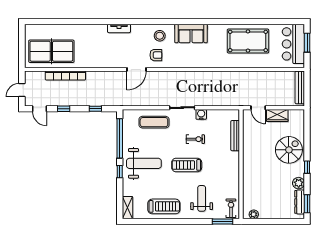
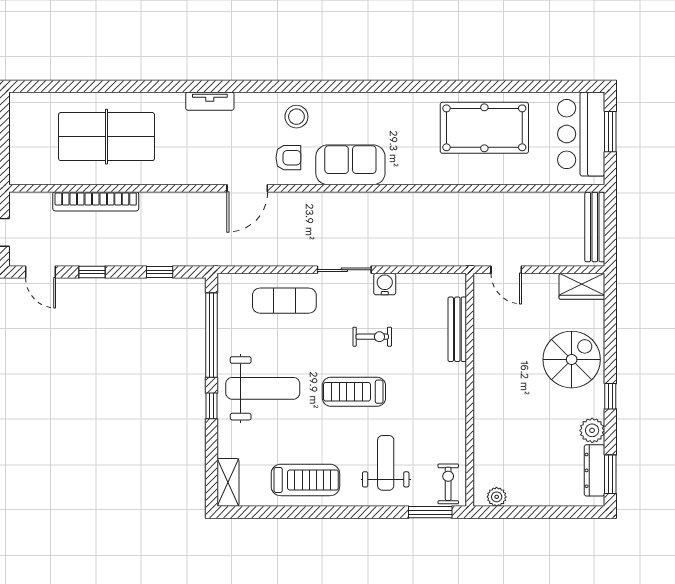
sofa: (191, 34) -> (350, 165), moved, turned 180
table tennis table: (51, 51) -> (107, 137), moved
wardrobe: (277, 115) -> (582, 286), moved

